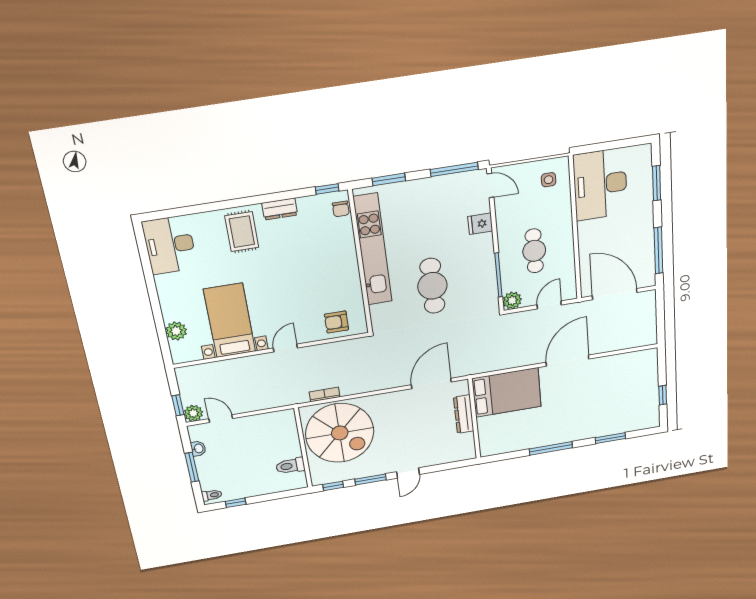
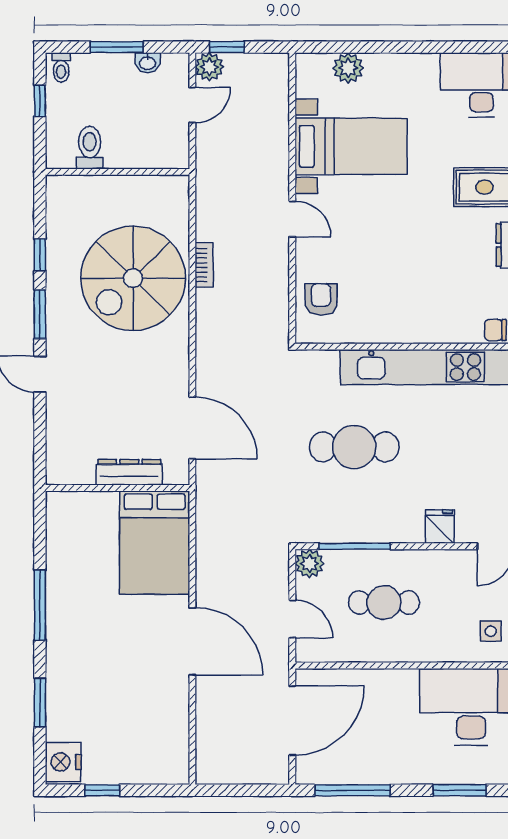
nightstand: (646, 419) -> (63, 762), added
wall: (303, 448) -> (118, 172), moved
toilet: (290, 466) -> (90, 148), moved

